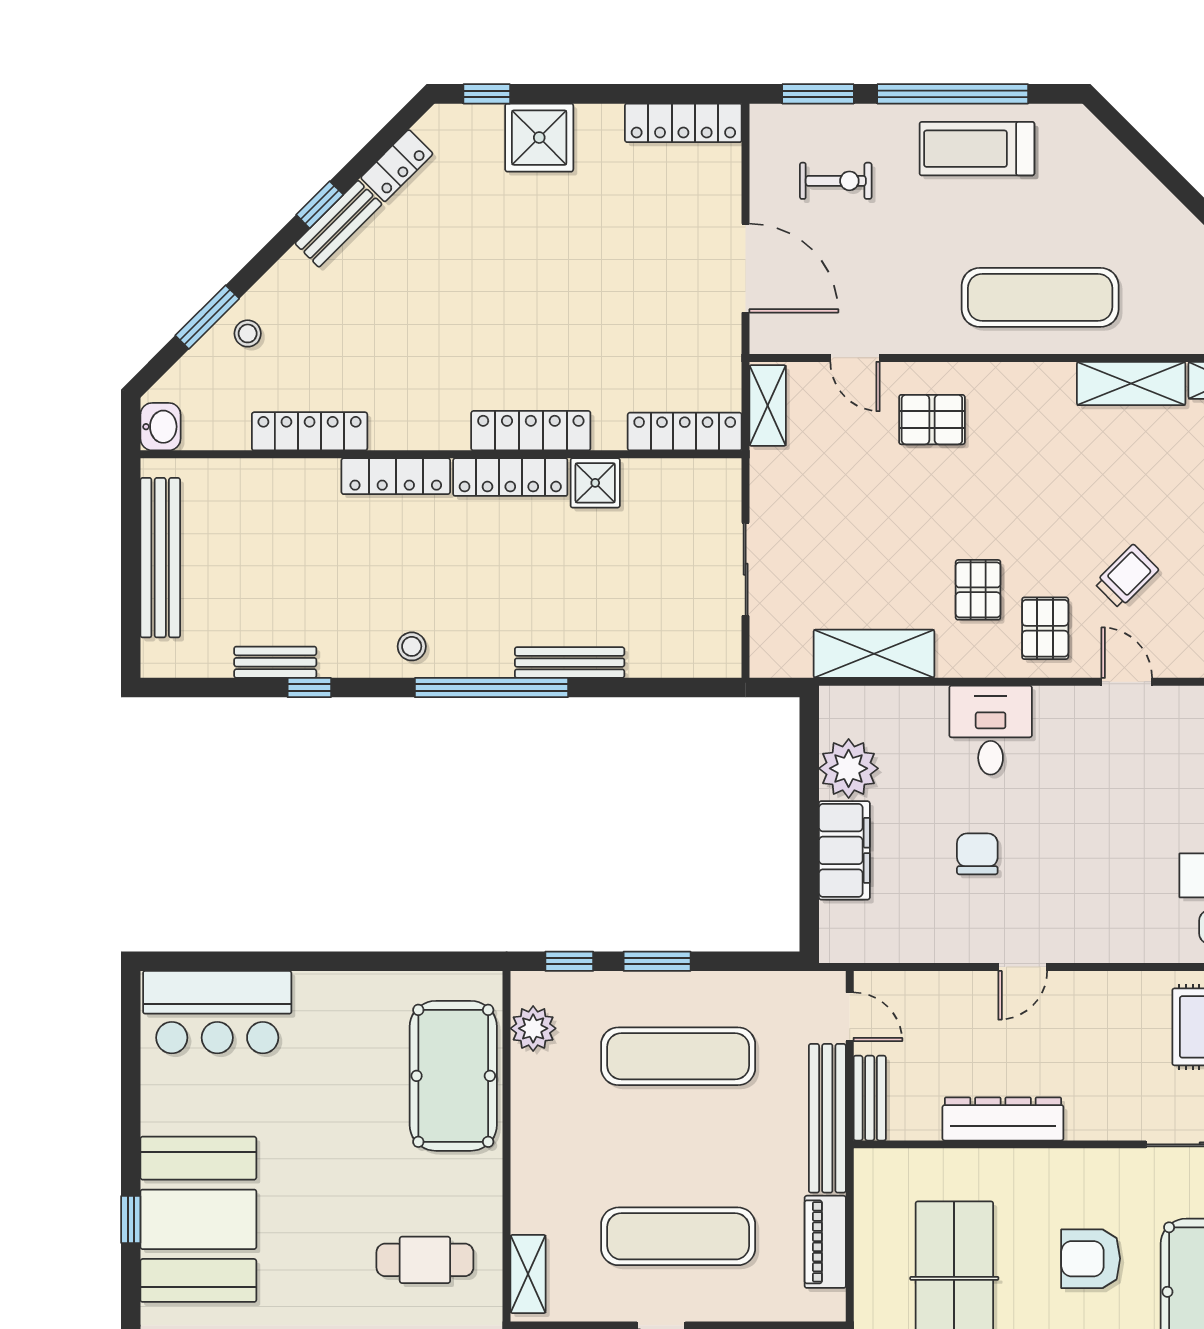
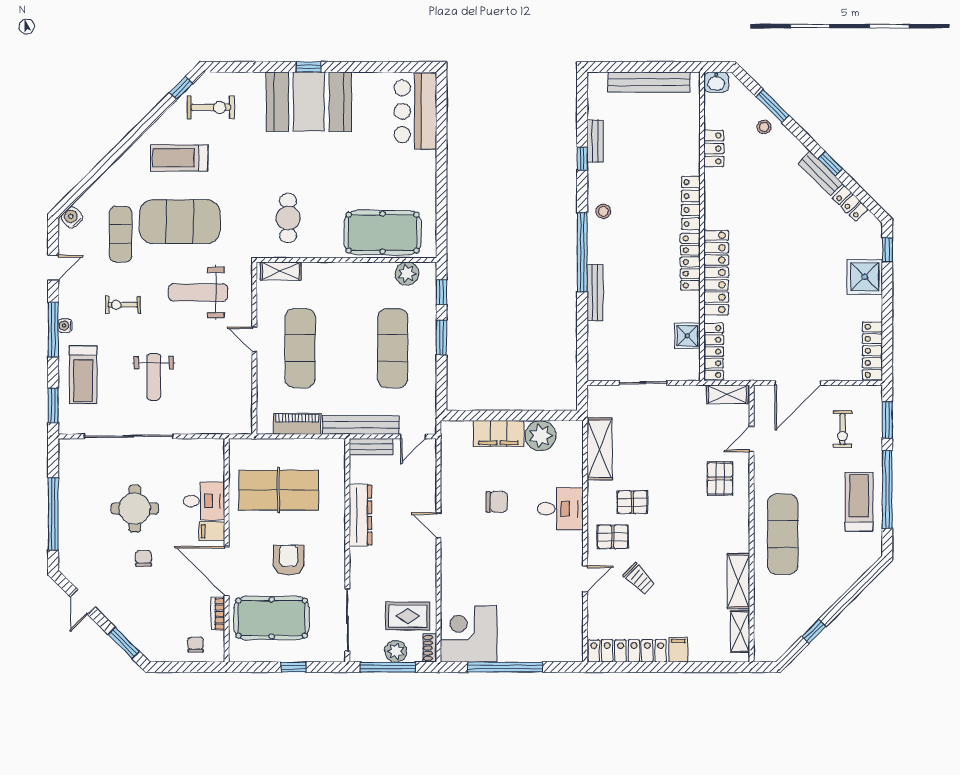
locker: (310, 431) -> (714, 149), width x0.66
locker: (531, 431) -> (716, 272), width x1.41, depth x1.21
shower: (595, 483) -> (687, 336), moved

